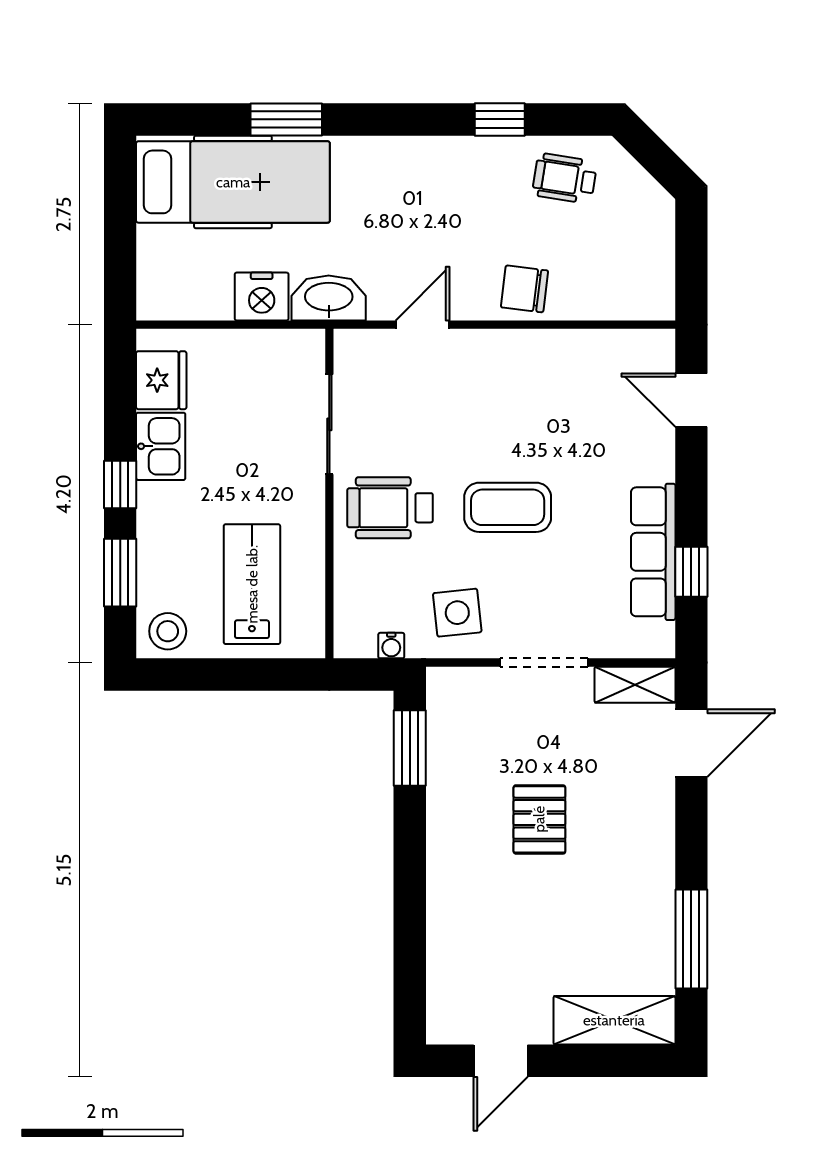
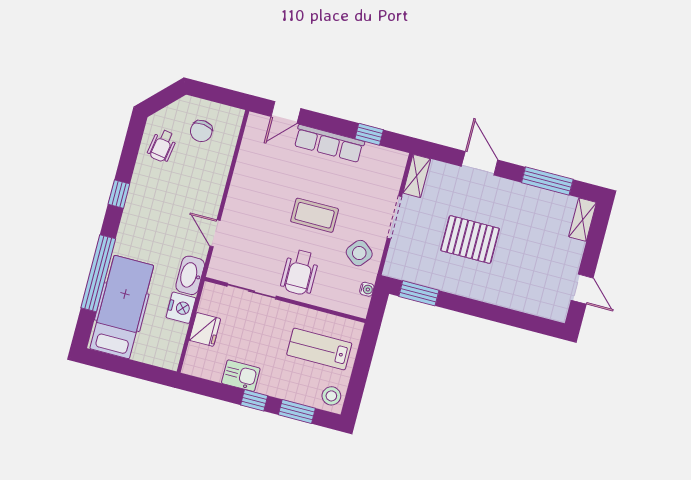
window: (286, 119) -> (98, 273), width x2.11
window: (500, 119) -> (119, 194), moved
chair: (524, 289) -> (201, 131), moved
fridge: (161, 380) -> (205, 329), moved, turned 90
coffee table: (508, 507) -> (315, 215), turned 90
row of seats: (653, 552) -> (329, 144), moved
side table: (457, 613) -> (359, 253), turned 45
door: (691, 743) -> (480, 163), moved
pallet: (539, 819) -> (470, 239), width x1.50, depth x1.42
shelving: (614, 1020) -> (583, 220), width x0.67, depth x0.75

